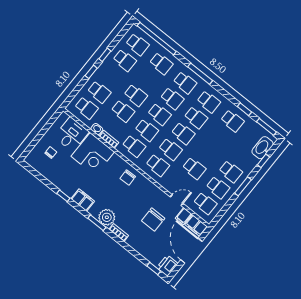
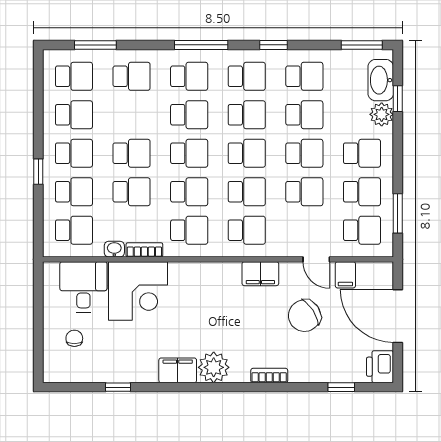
window: (157, 39) -> (95, 45), width x0.47
window: (105, 55) -> (38, 130), removed
school desk: (112, 76) -> (74, 153), added
window: (244, 109) -> (274, 45), moved
school desk: (220, 137) -> (304, 115), added
school desk: (207, 152) -> (304, 153), added
plant: (252, 162) -> (382, 114), added
chair: (128, 177) -> (217, 284), removed
window: (243, 186) -> (398, 213), moved
window: (63, 196) -> (118, 387), moved
door: (177, 200) -> (316, 259), swing flipped
plant: (107, 217) -> (214, 367), moved
chair: (153, 219) -> (305, 316), turned 57
window: (97, 223) -> (226, 387), removed
filing cabinet: (196, 226) -> (260, 274), moved
window: (154, 268) -> (341, 387), moved

